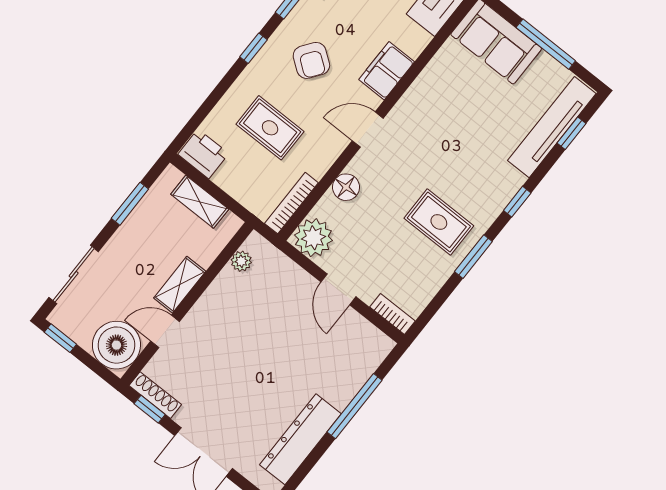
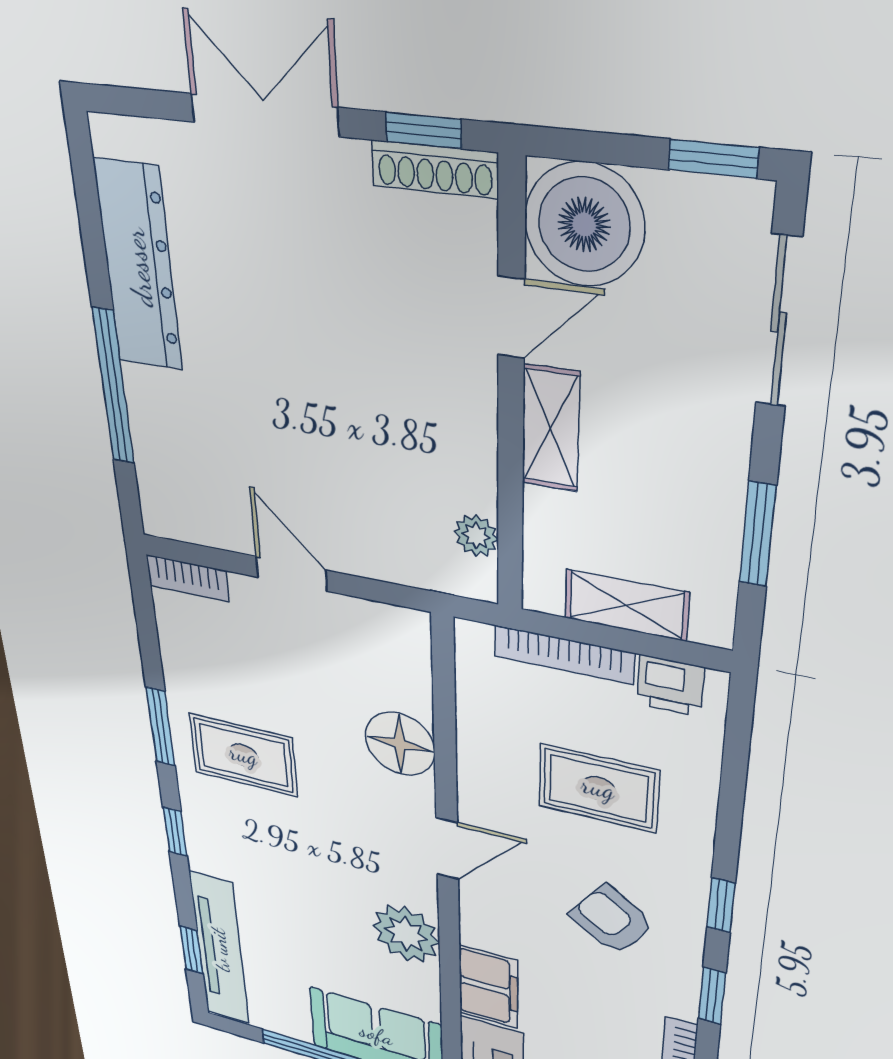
filing cabinet: (387, 71) -> (488, 987), moved
printer: (203, 154) -> (670, 686), width x0.73, depth x0.81
floor lamp: (346, 187) -> (400, 744), width x1.38, depth x1.38
bookcase: (291, 203) -> (564, 655), moved, turned 90
plant: (313, 238) -> (406, 934), moved

